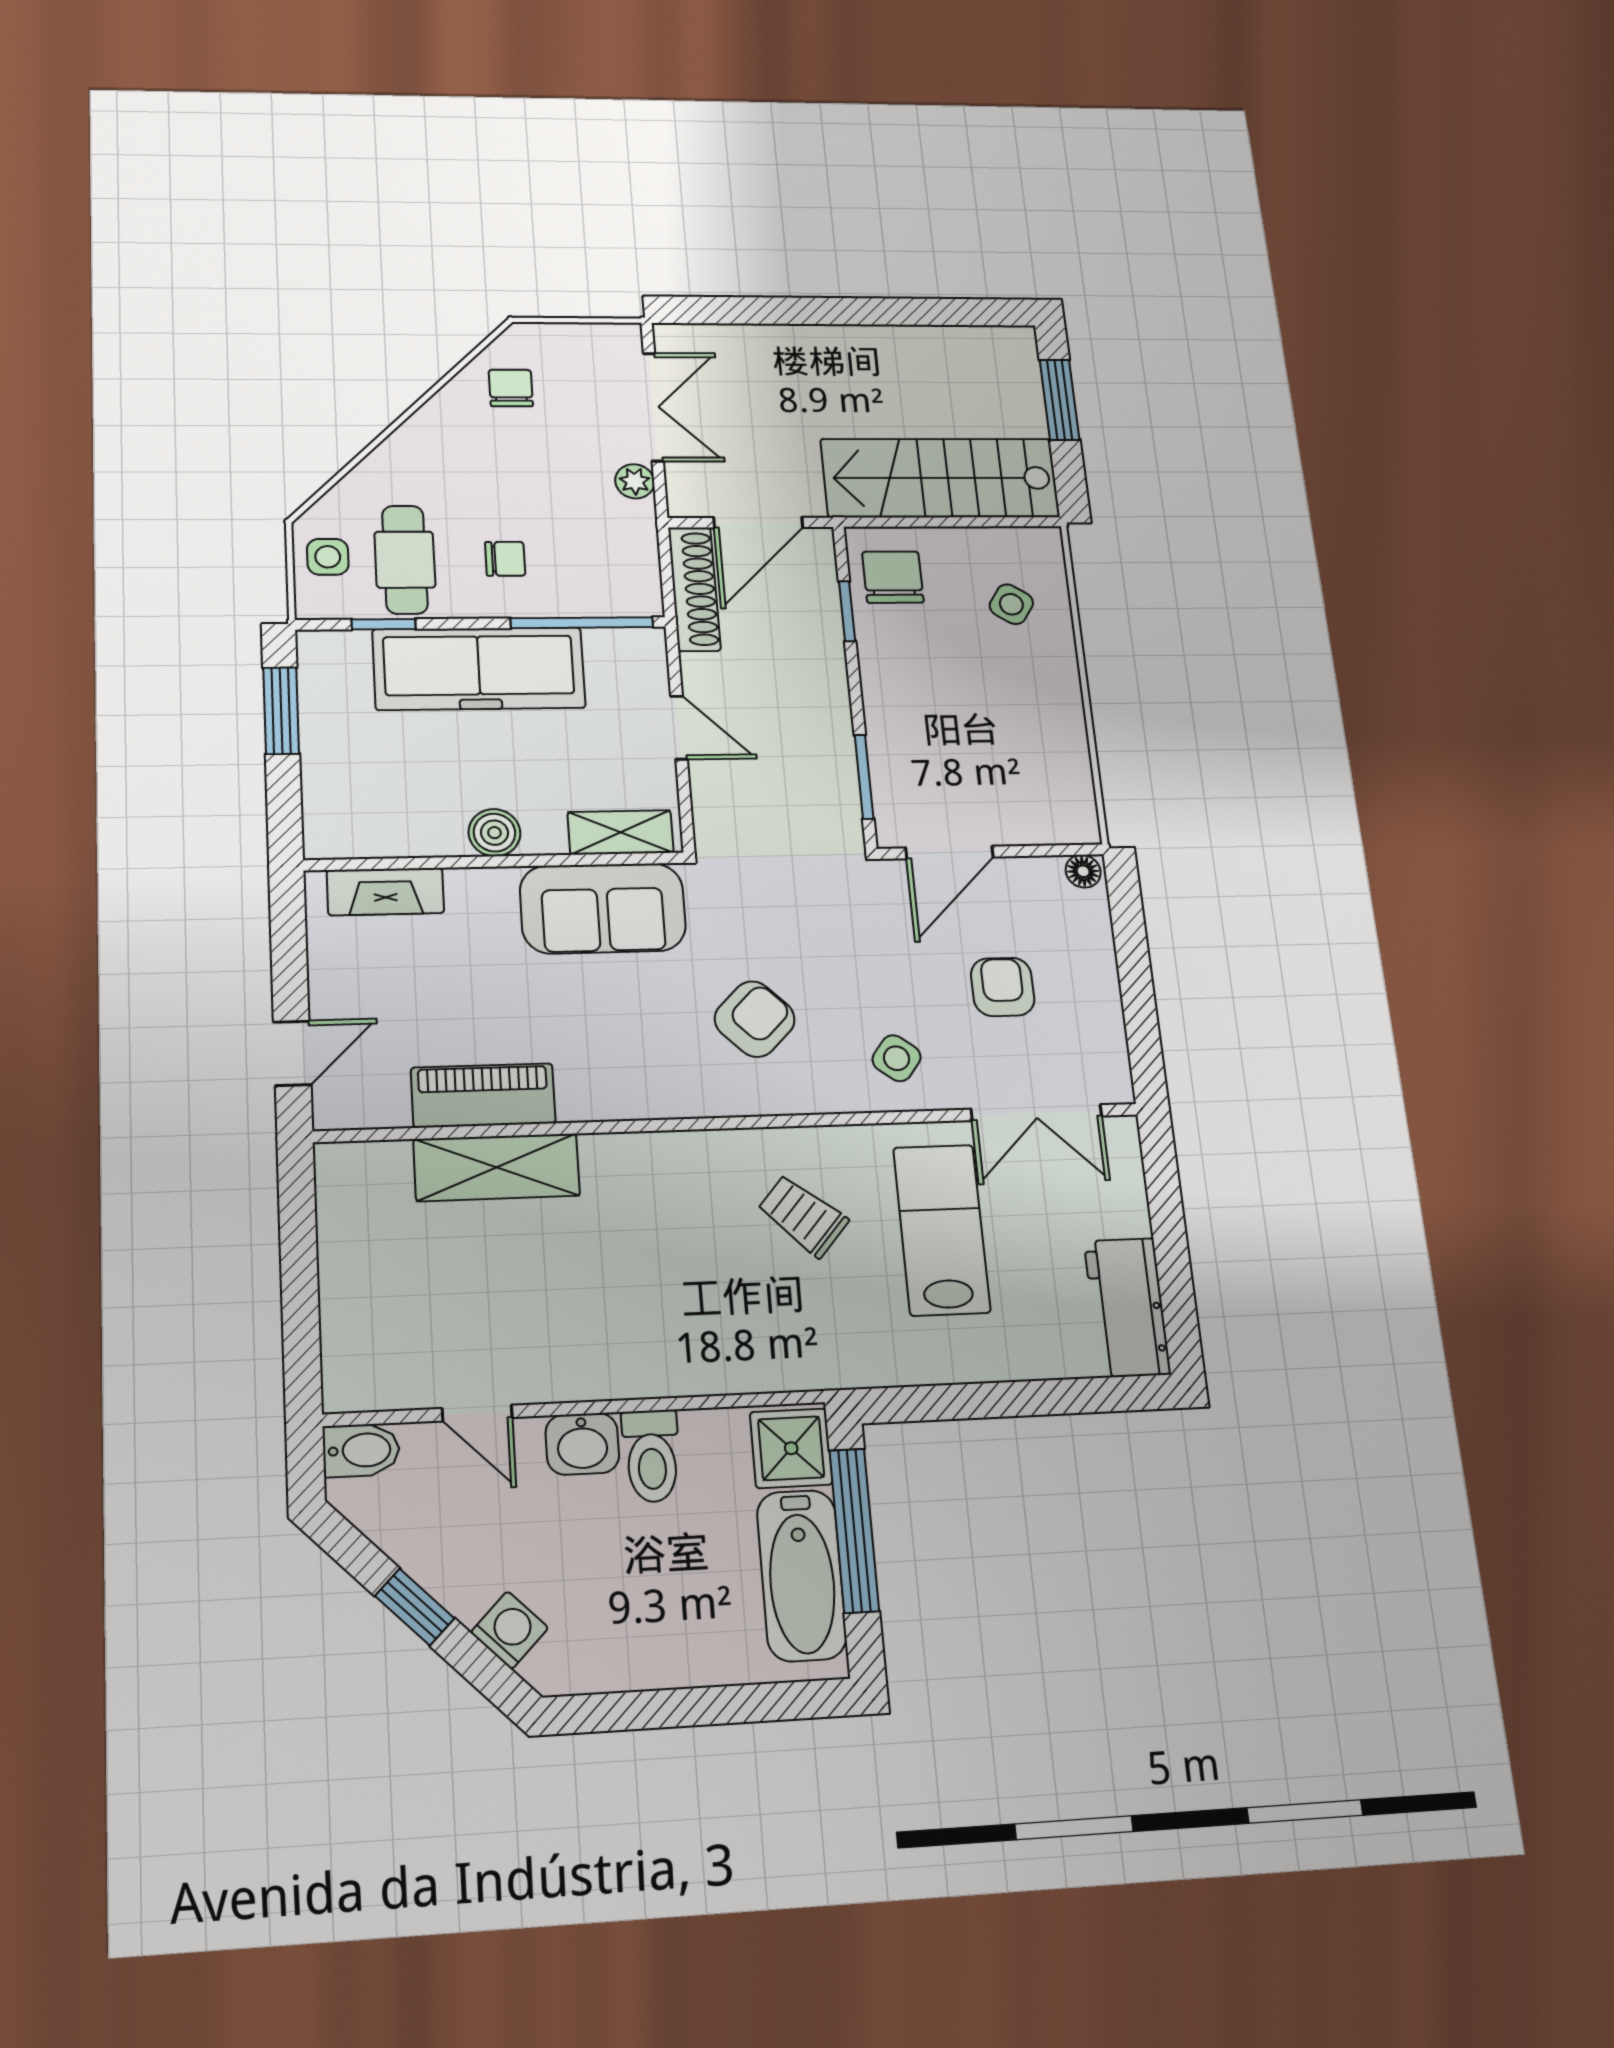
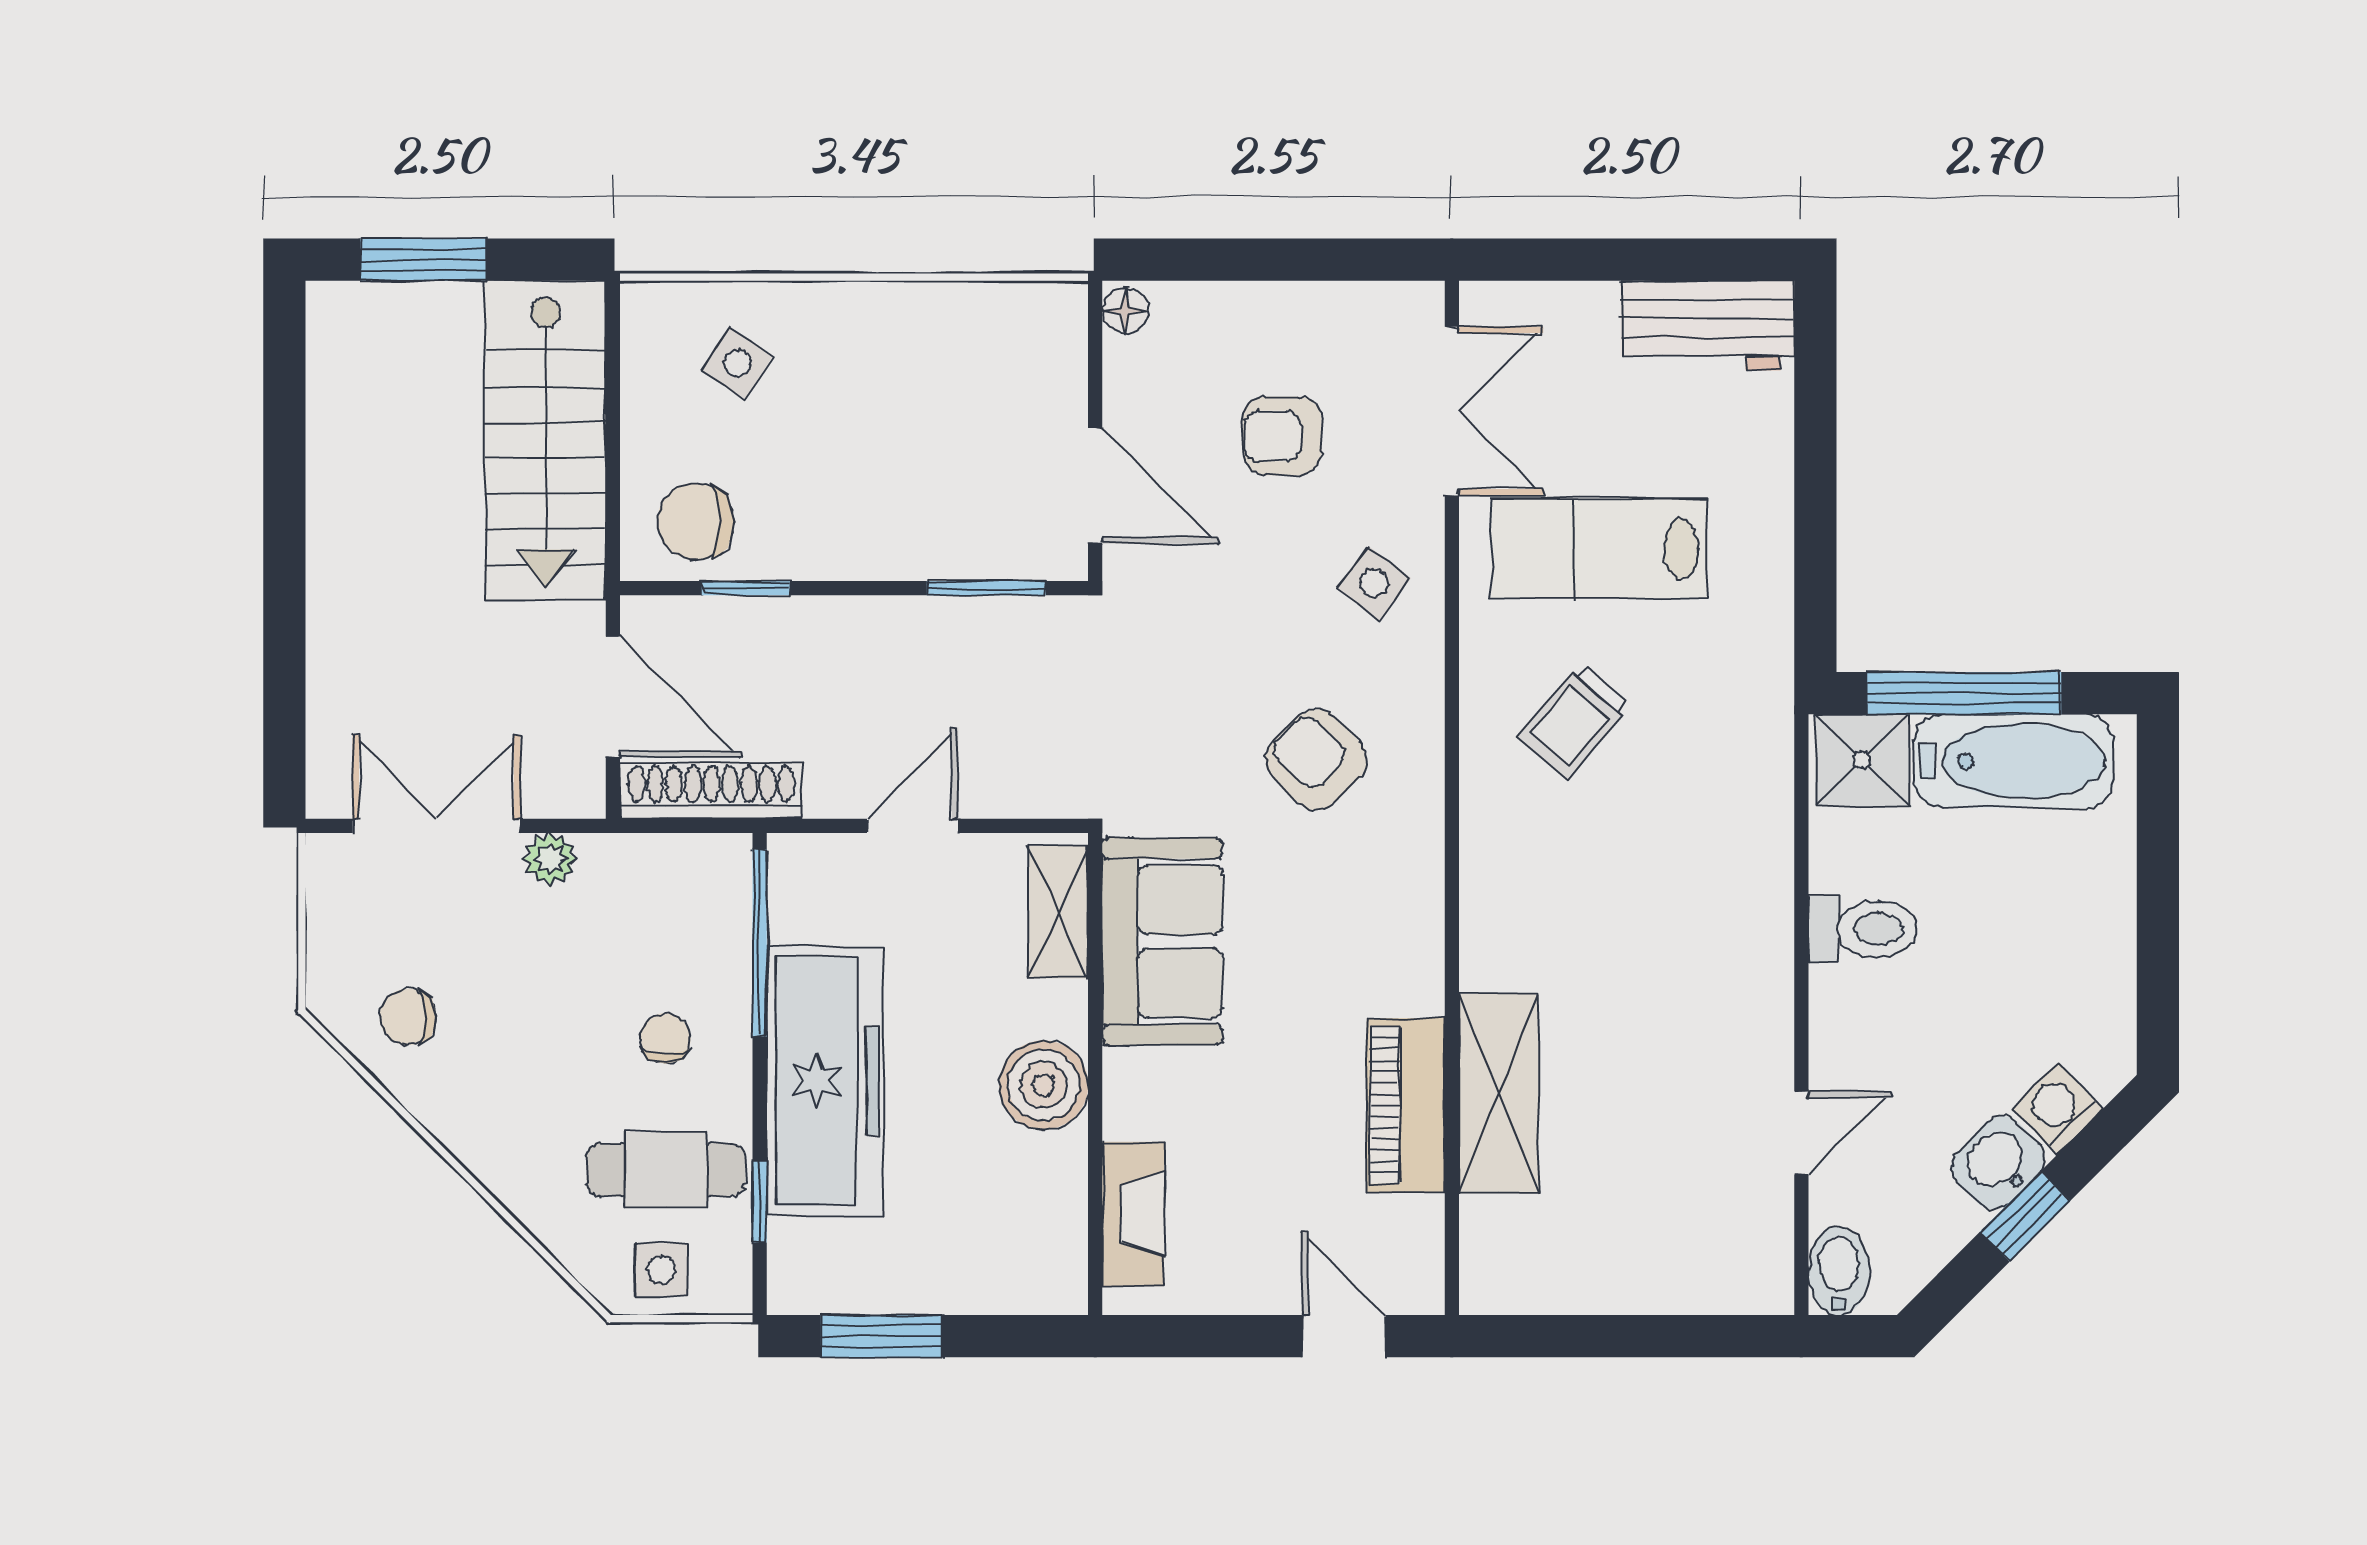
boiler: (494, 833) -> (1044, 1085), width x1.36, depth x1.36
washbasin: (582, 1444) -> (1998, 1163), moved, turned -135

